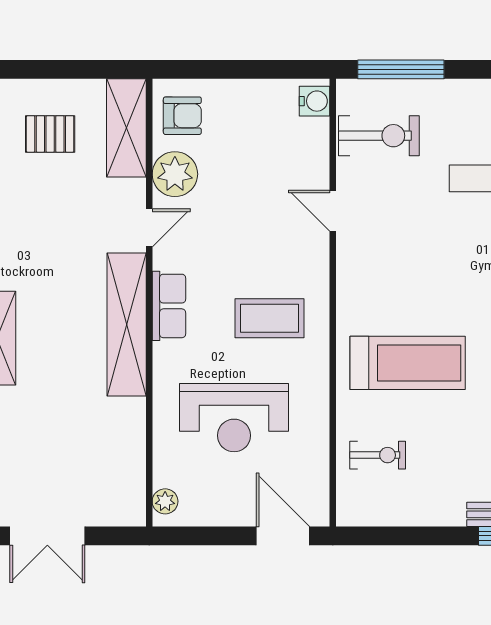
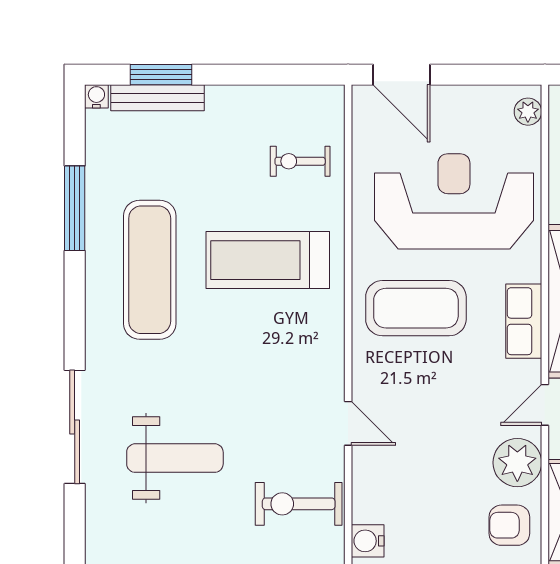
coffee table: (269, 318) -> (416, 308), width x1.36, depth x1.32
reception desk: (234, 418) -> (454, 201), width x1.36, depth x1.30

